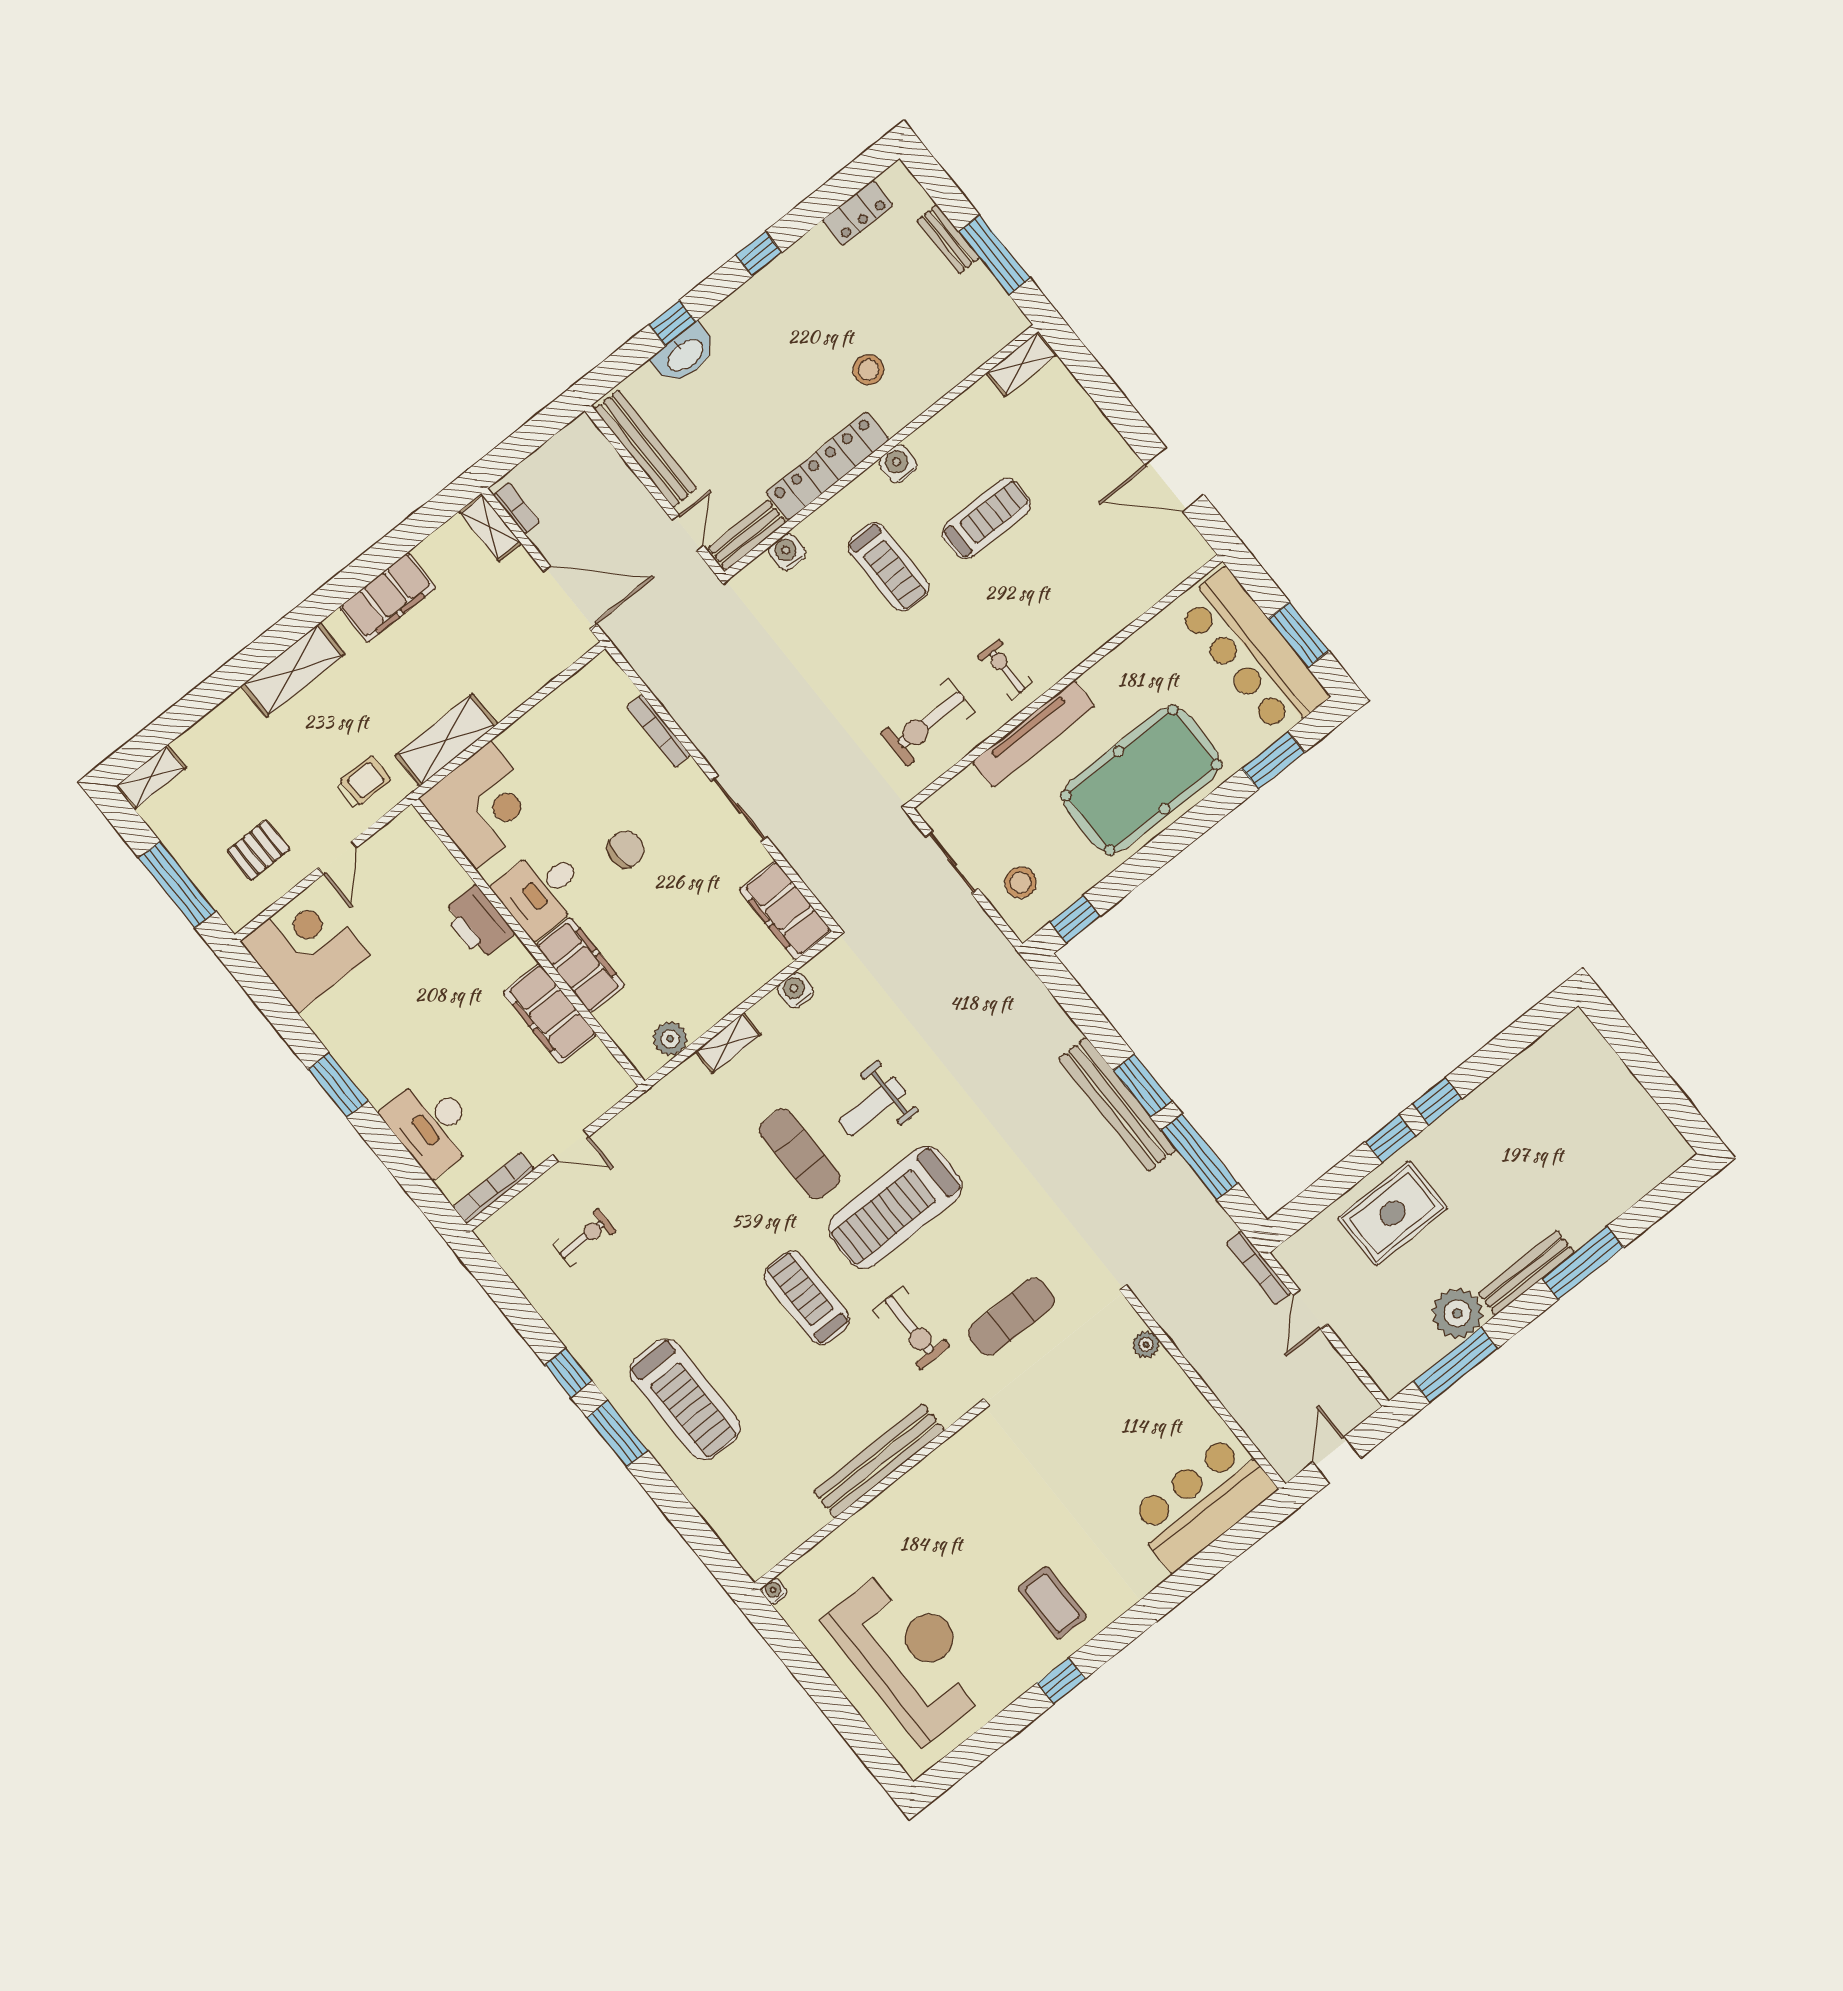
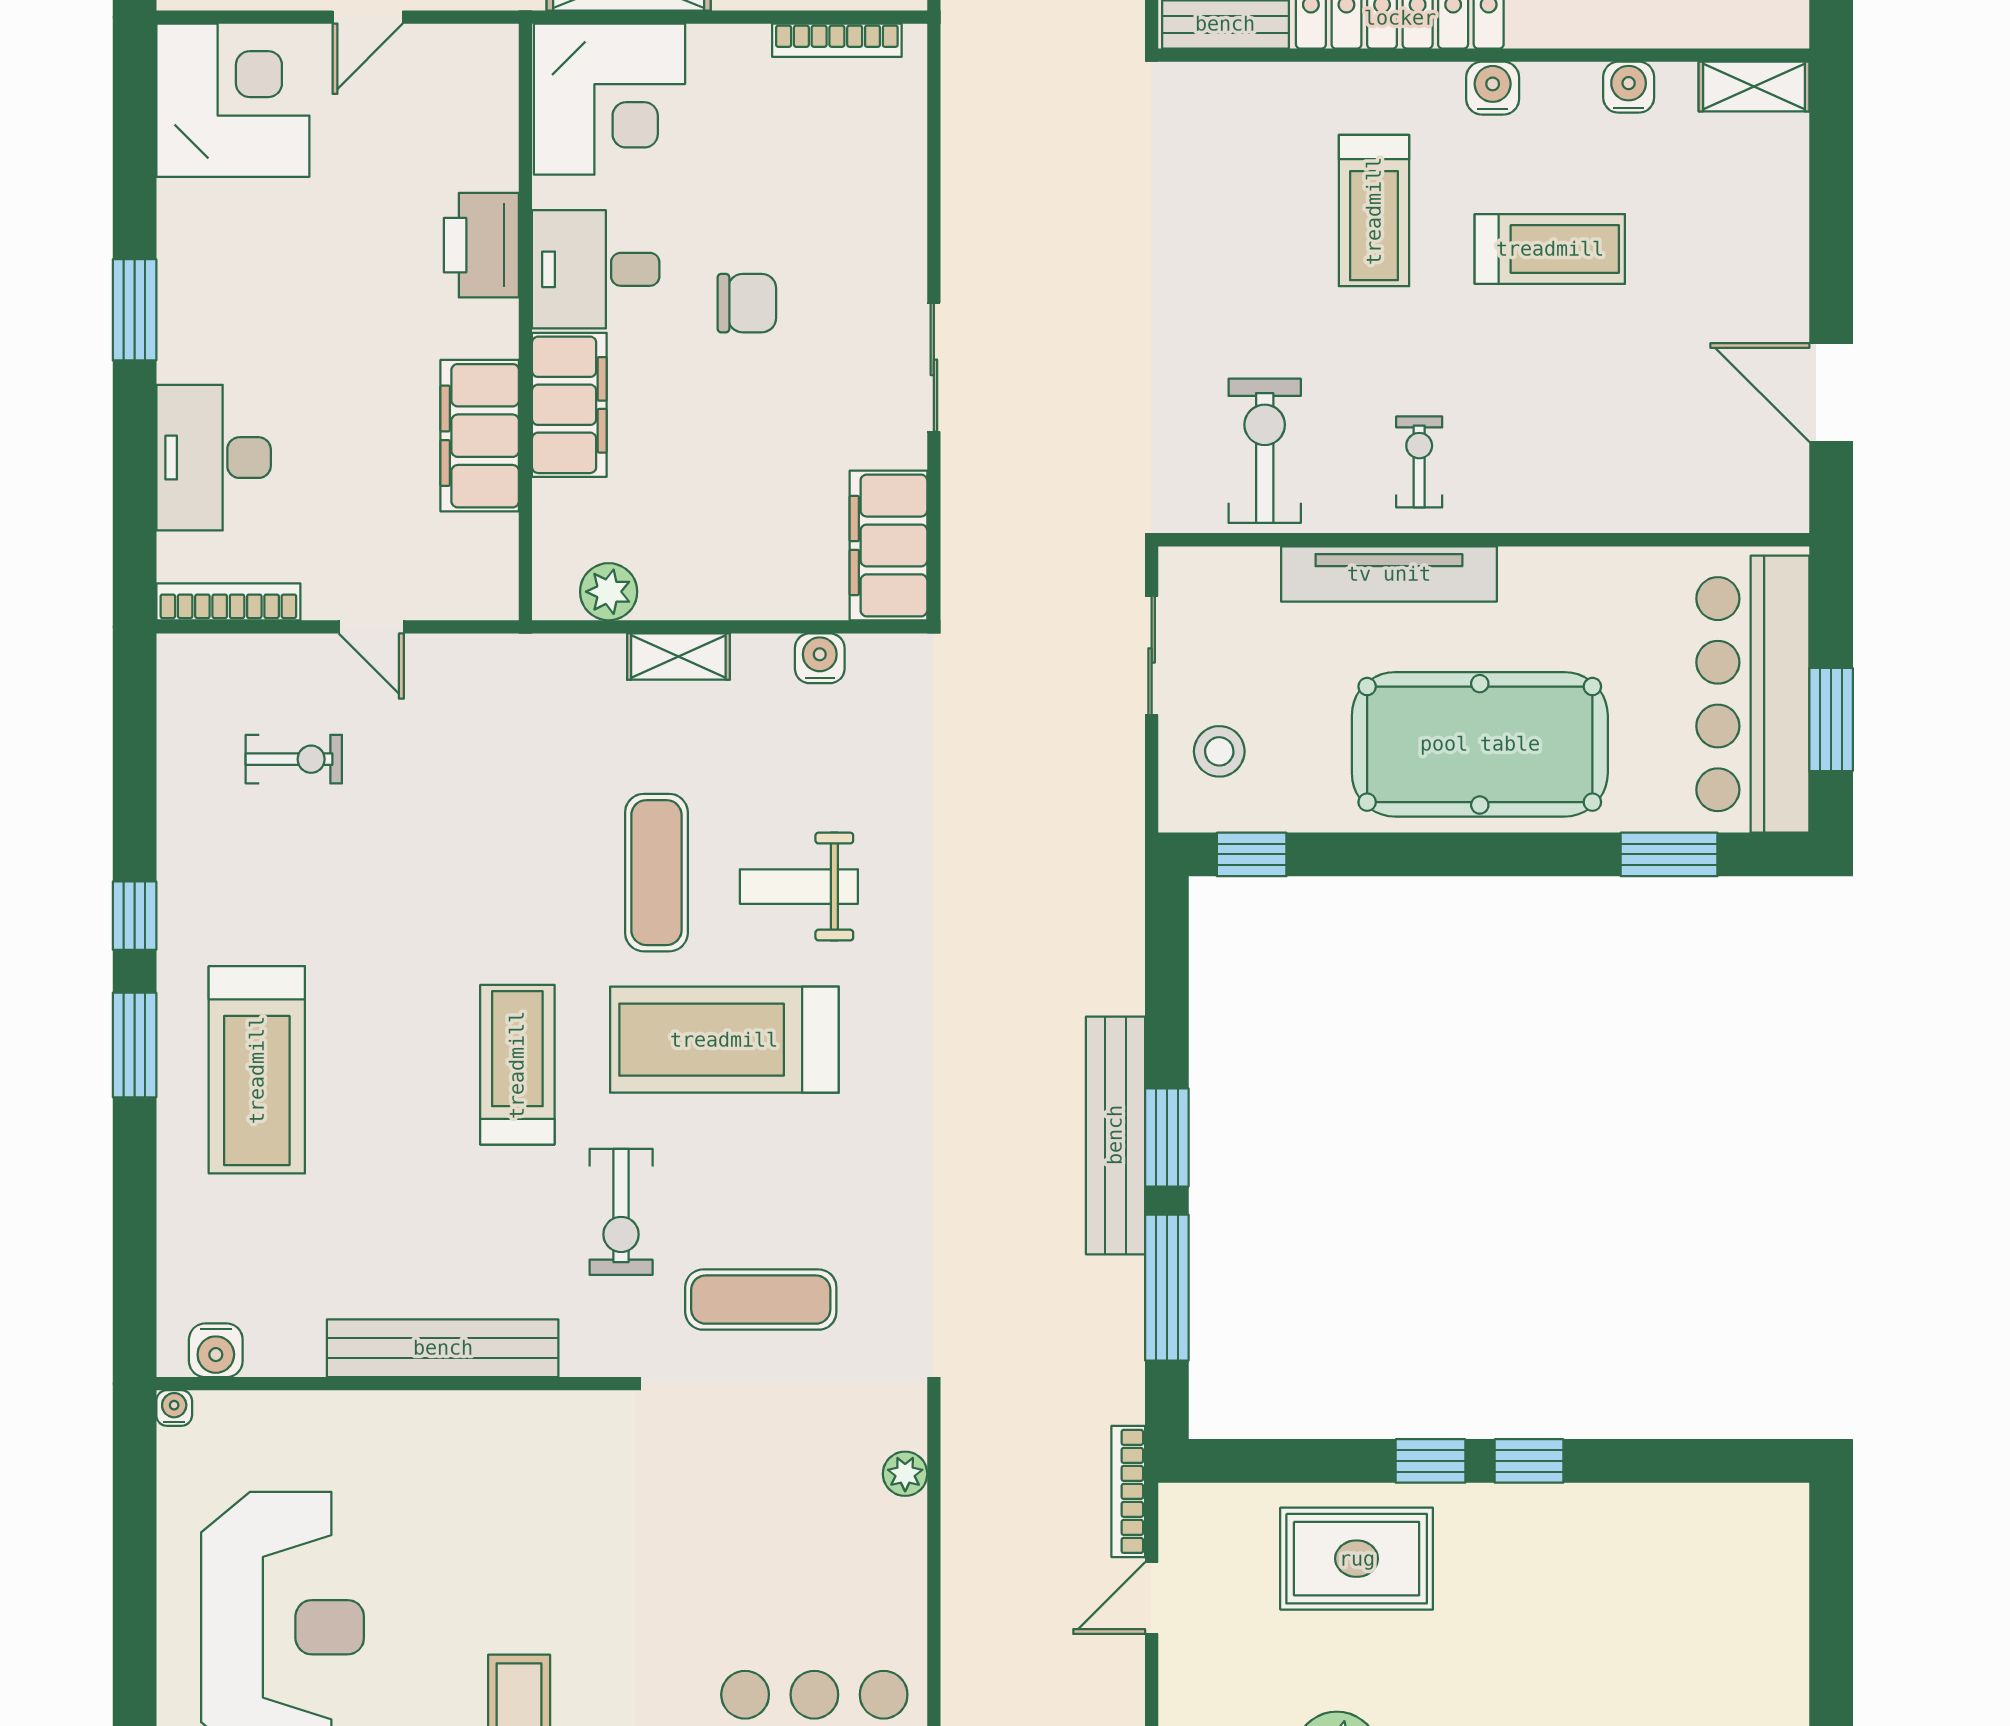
water cooler: (787, 552) -> (1629, 87), moved
exercise bike: (928, 723) -> (1265, 451), turned 90
bookcase: (659, 731) -> (837, 40), moved, turned -90
water cooler: (772, 1548) -> (216, 1350), added

